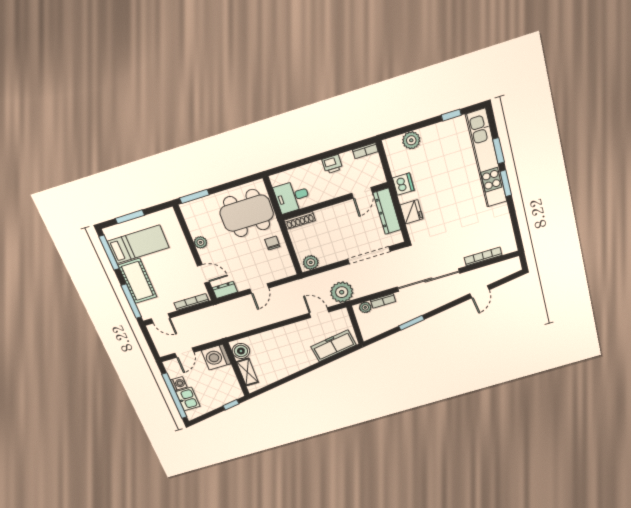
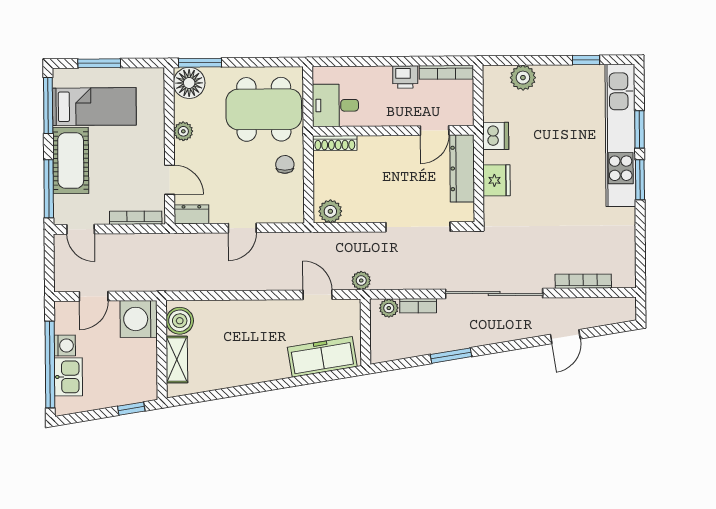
bookcase: (365, 151) -> (446, 72), width x1.56
floor lamp: (192, 211) -> (189, 83), added
plant: (342, 292) -> (361, 281), width x0.53, depth x0.53

